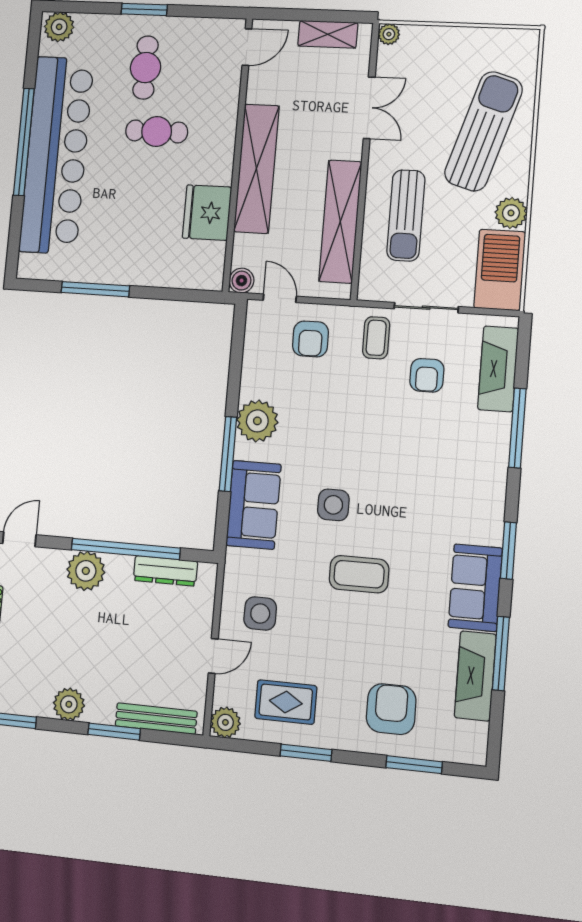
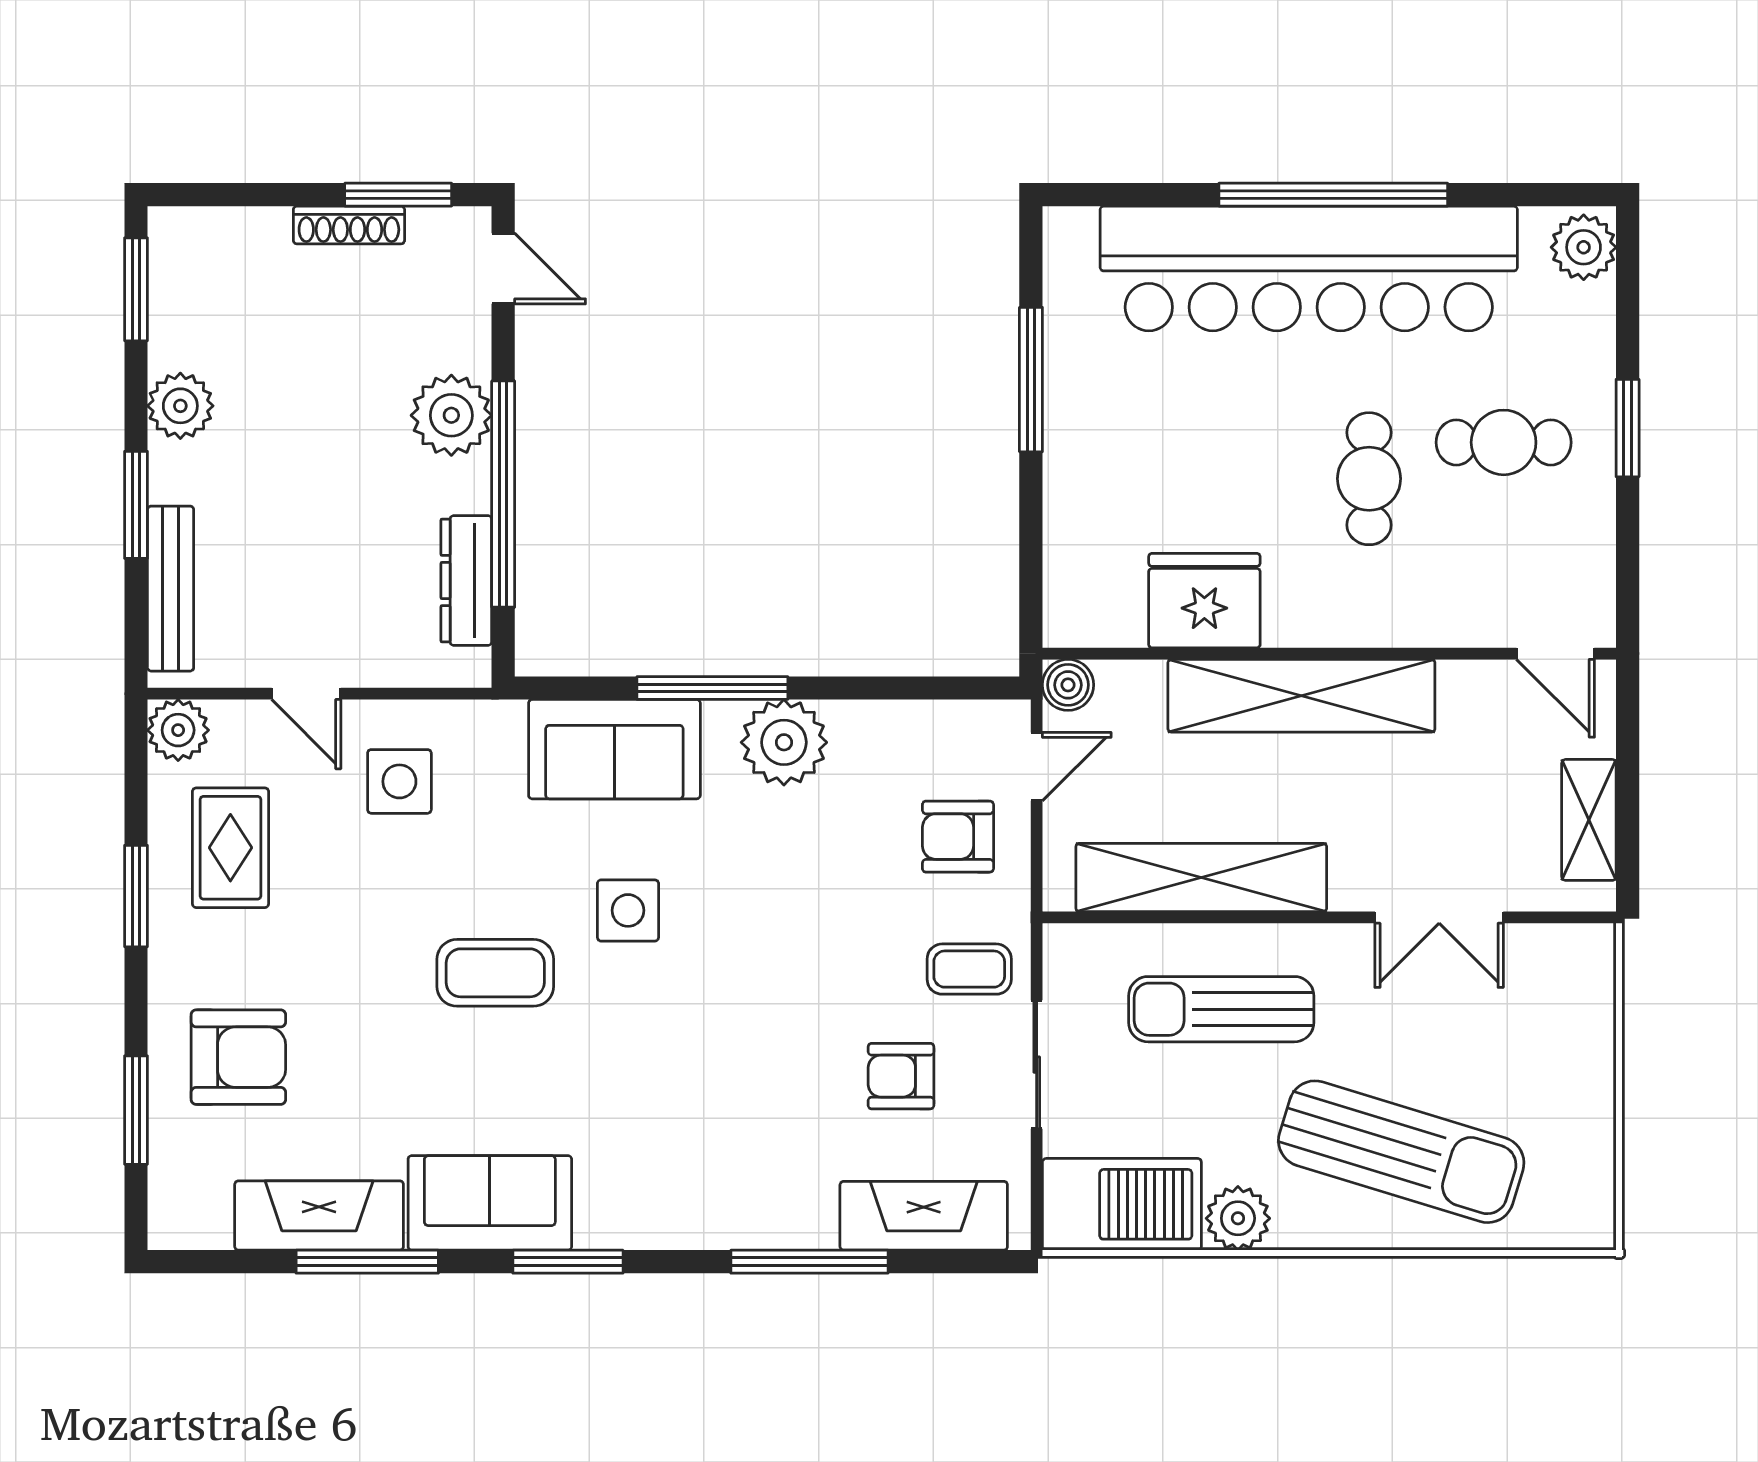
plant: (389, 34) -> (1594, 945), removed
coffee table: (359, 574) -> (495, 973), turned 90

